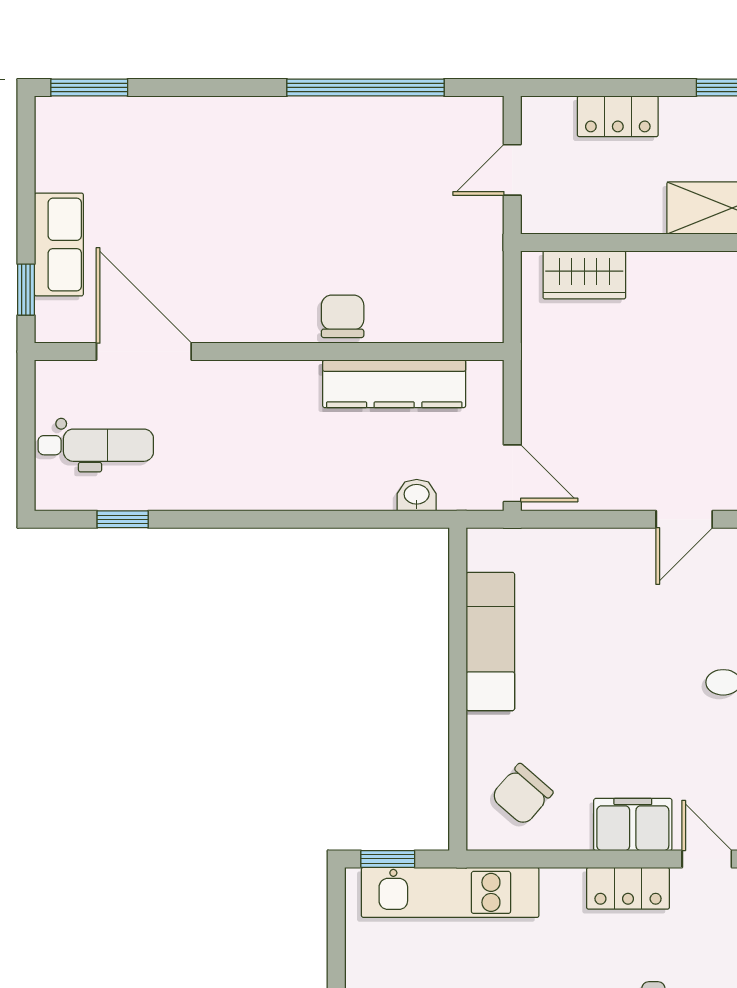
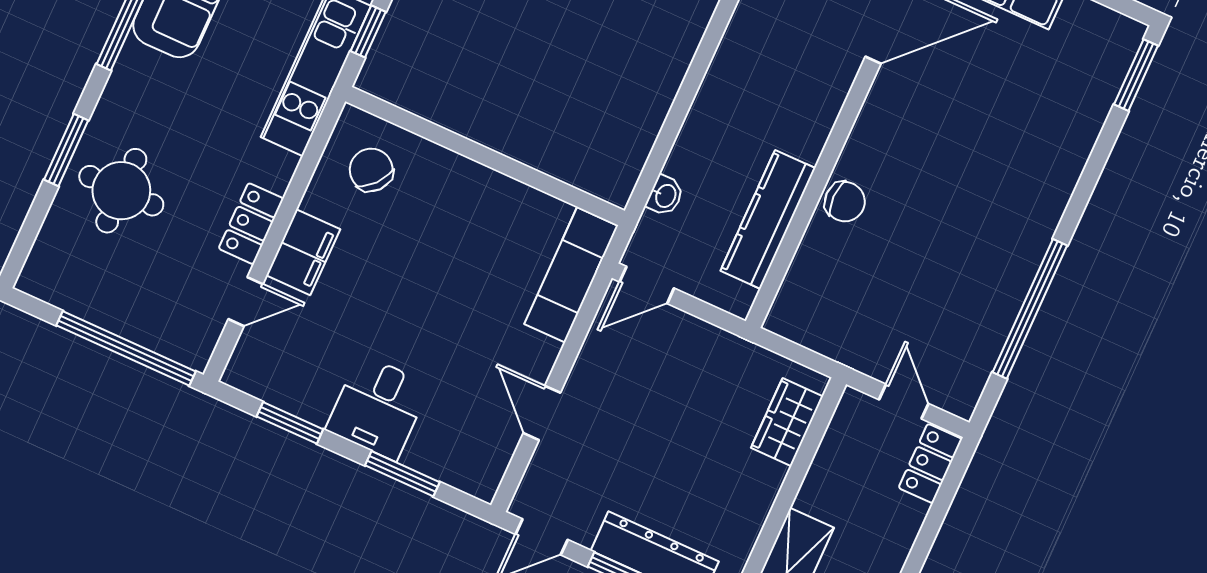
locker: (618, 116) -> (930, 463), moved
exam couch: (490, 641) -> (571, 275), moved, turned 90

